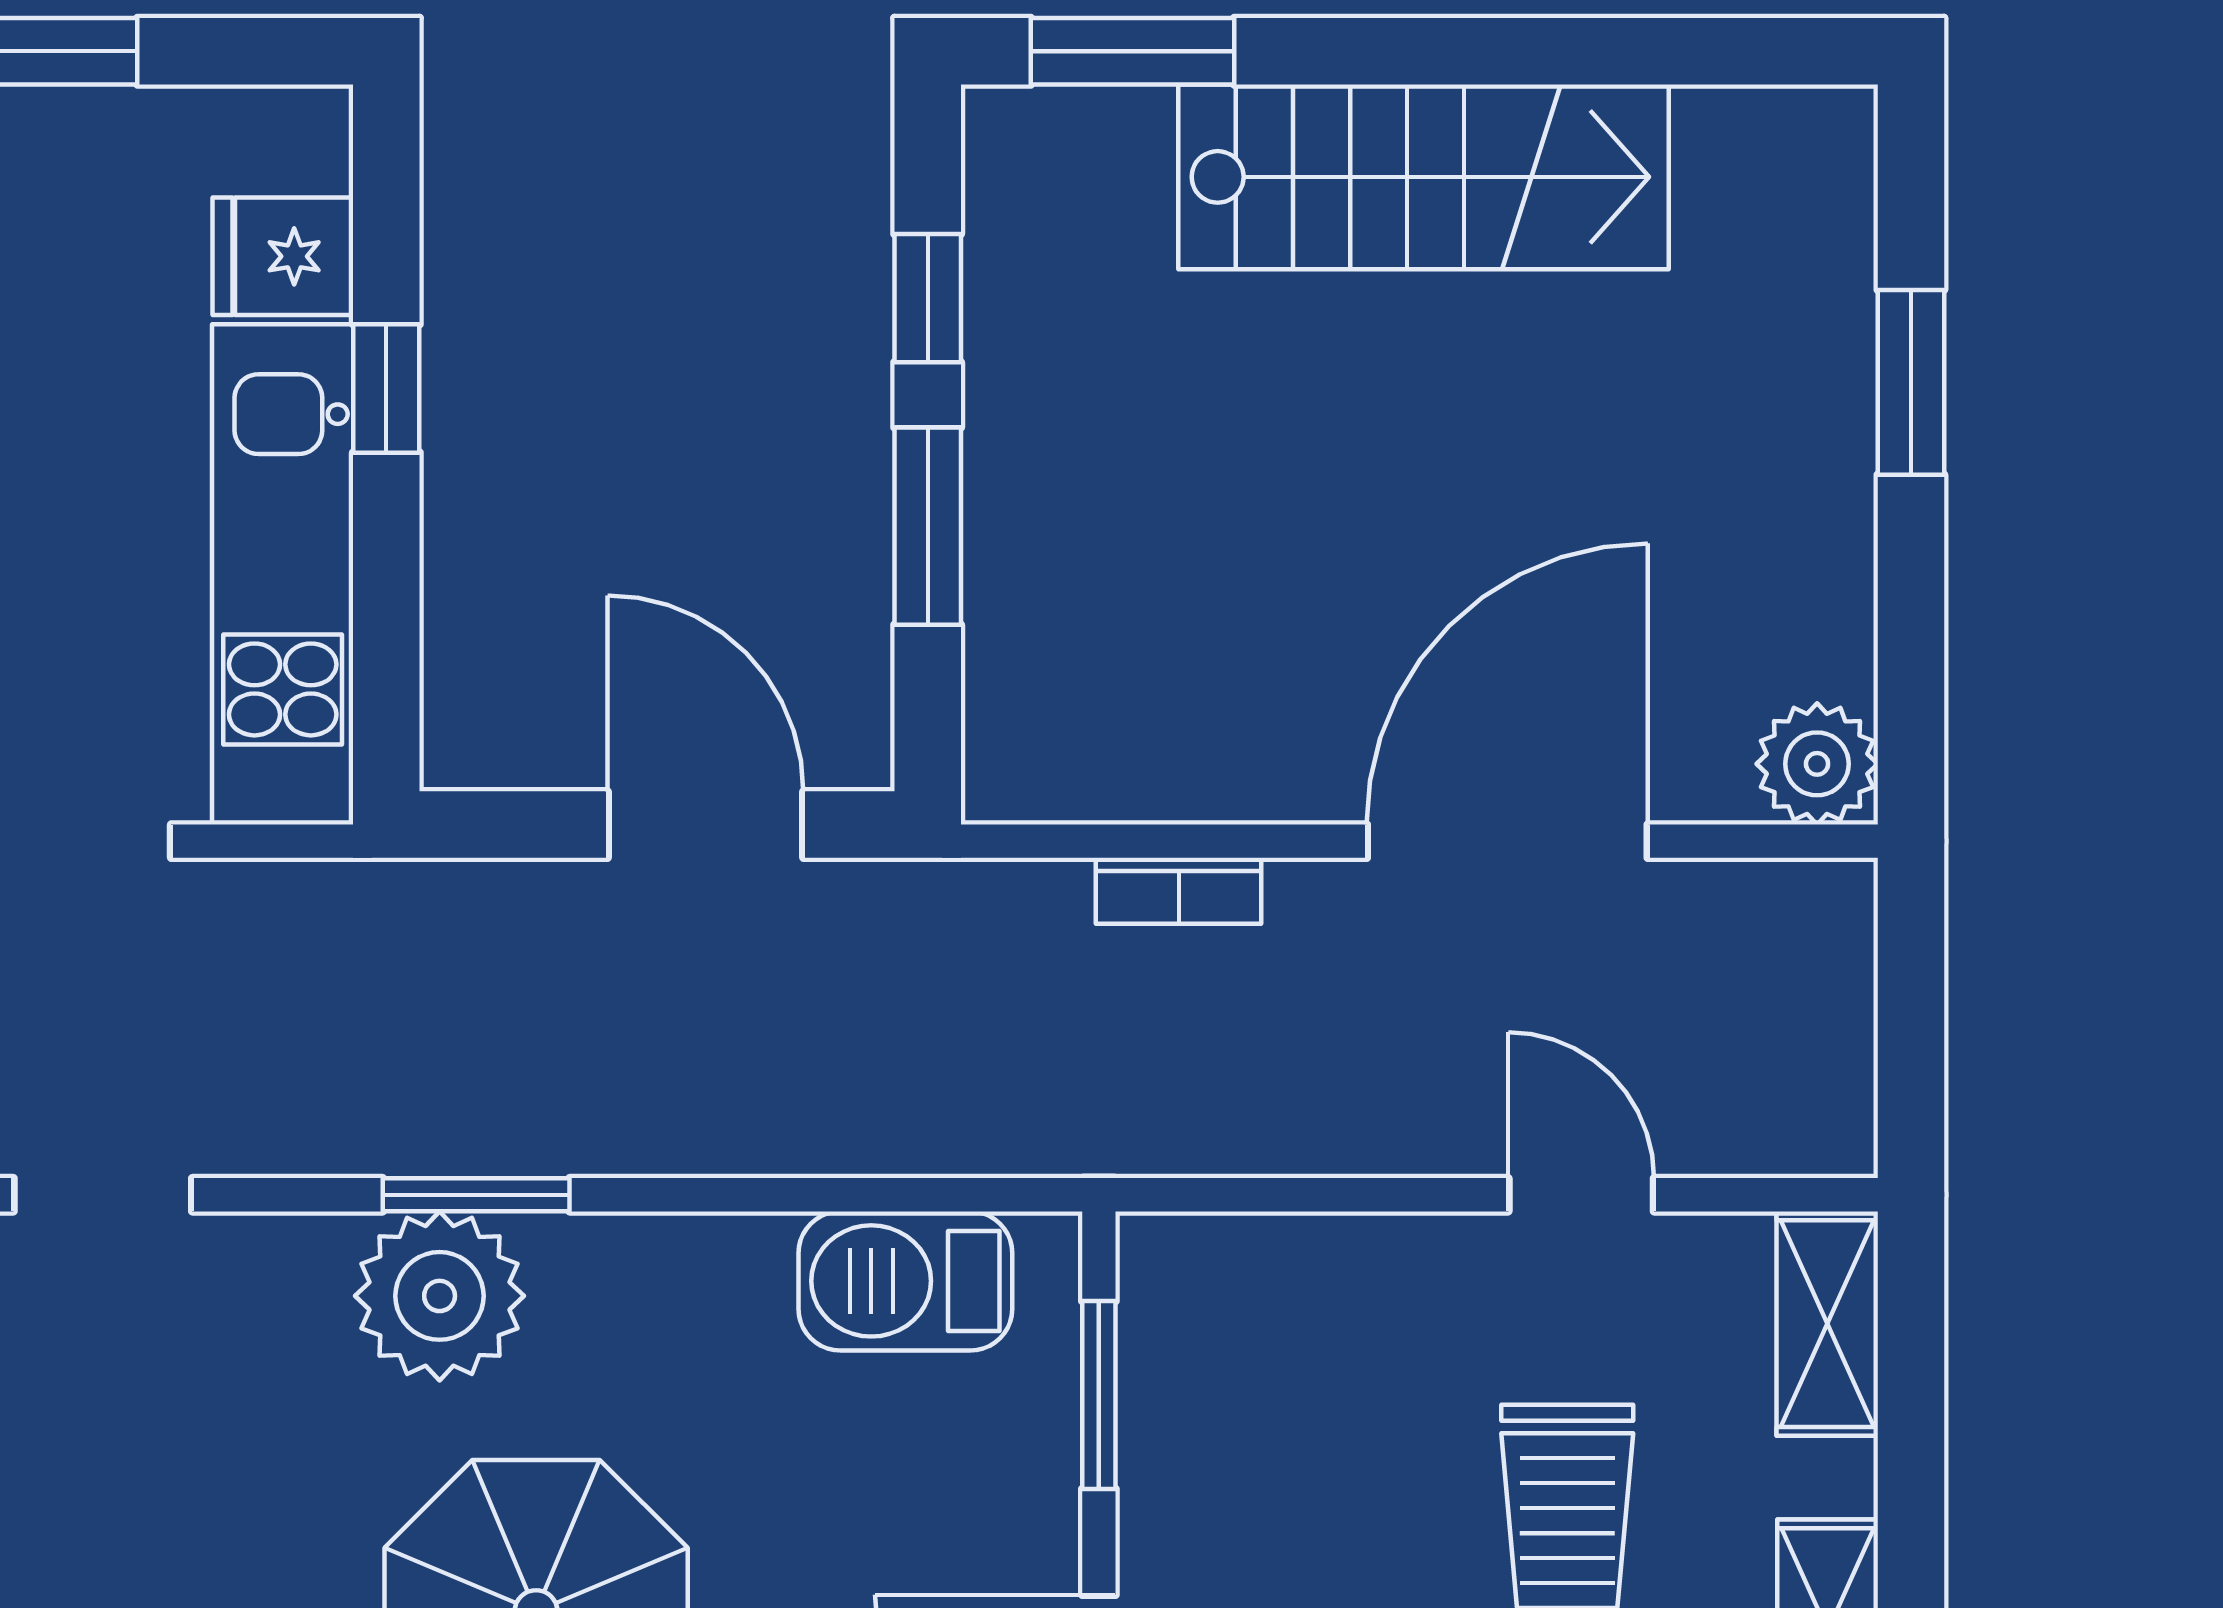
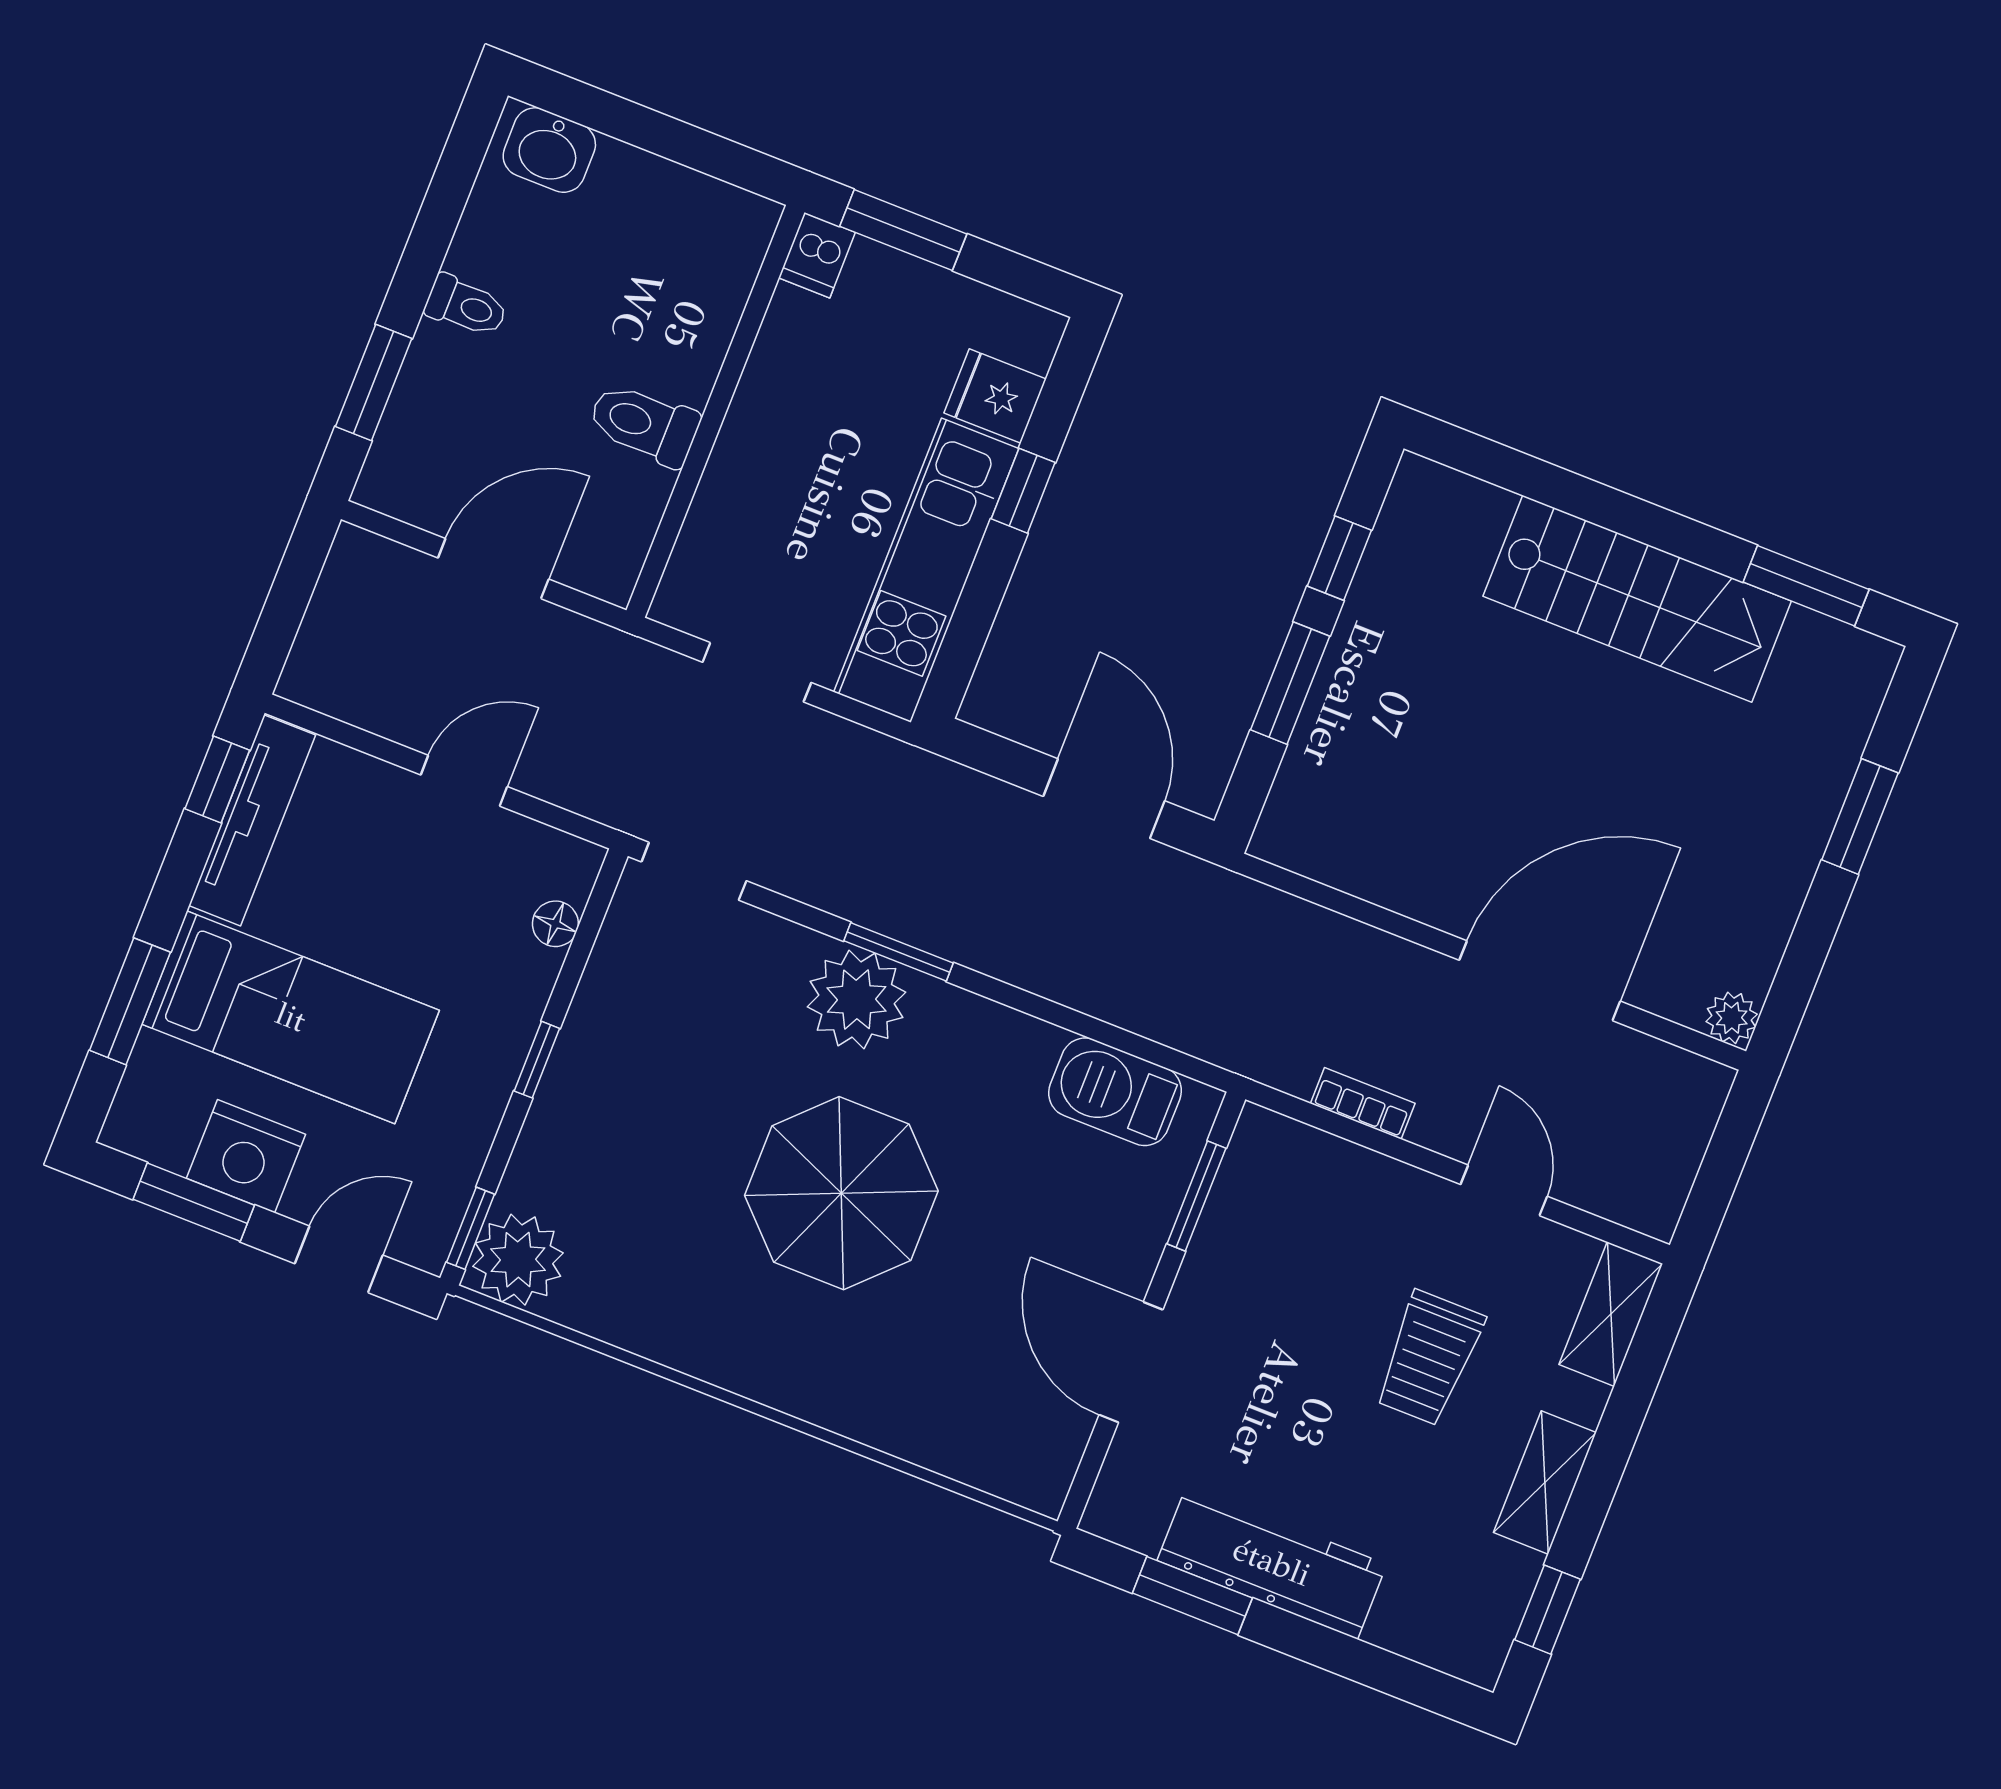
window: (1132, 51) -> (1806, 586), moved
plant: (1817, 764) -> (1732, 1018), width x0.73, depth x0.73
bookcase: (1179, 891) -> (1363, 1103), moved, turned 180

